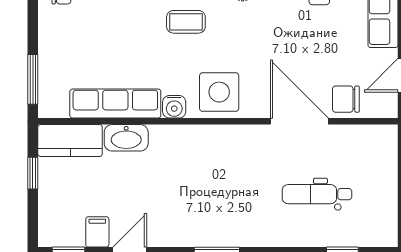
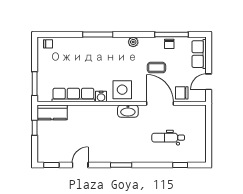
coffee table: (186, 22) -> (156, 68), moved
washbasin: (126, 138) -> (128, 111), moved
filing cabinet: (97, 232) -> (65, 155), removed

